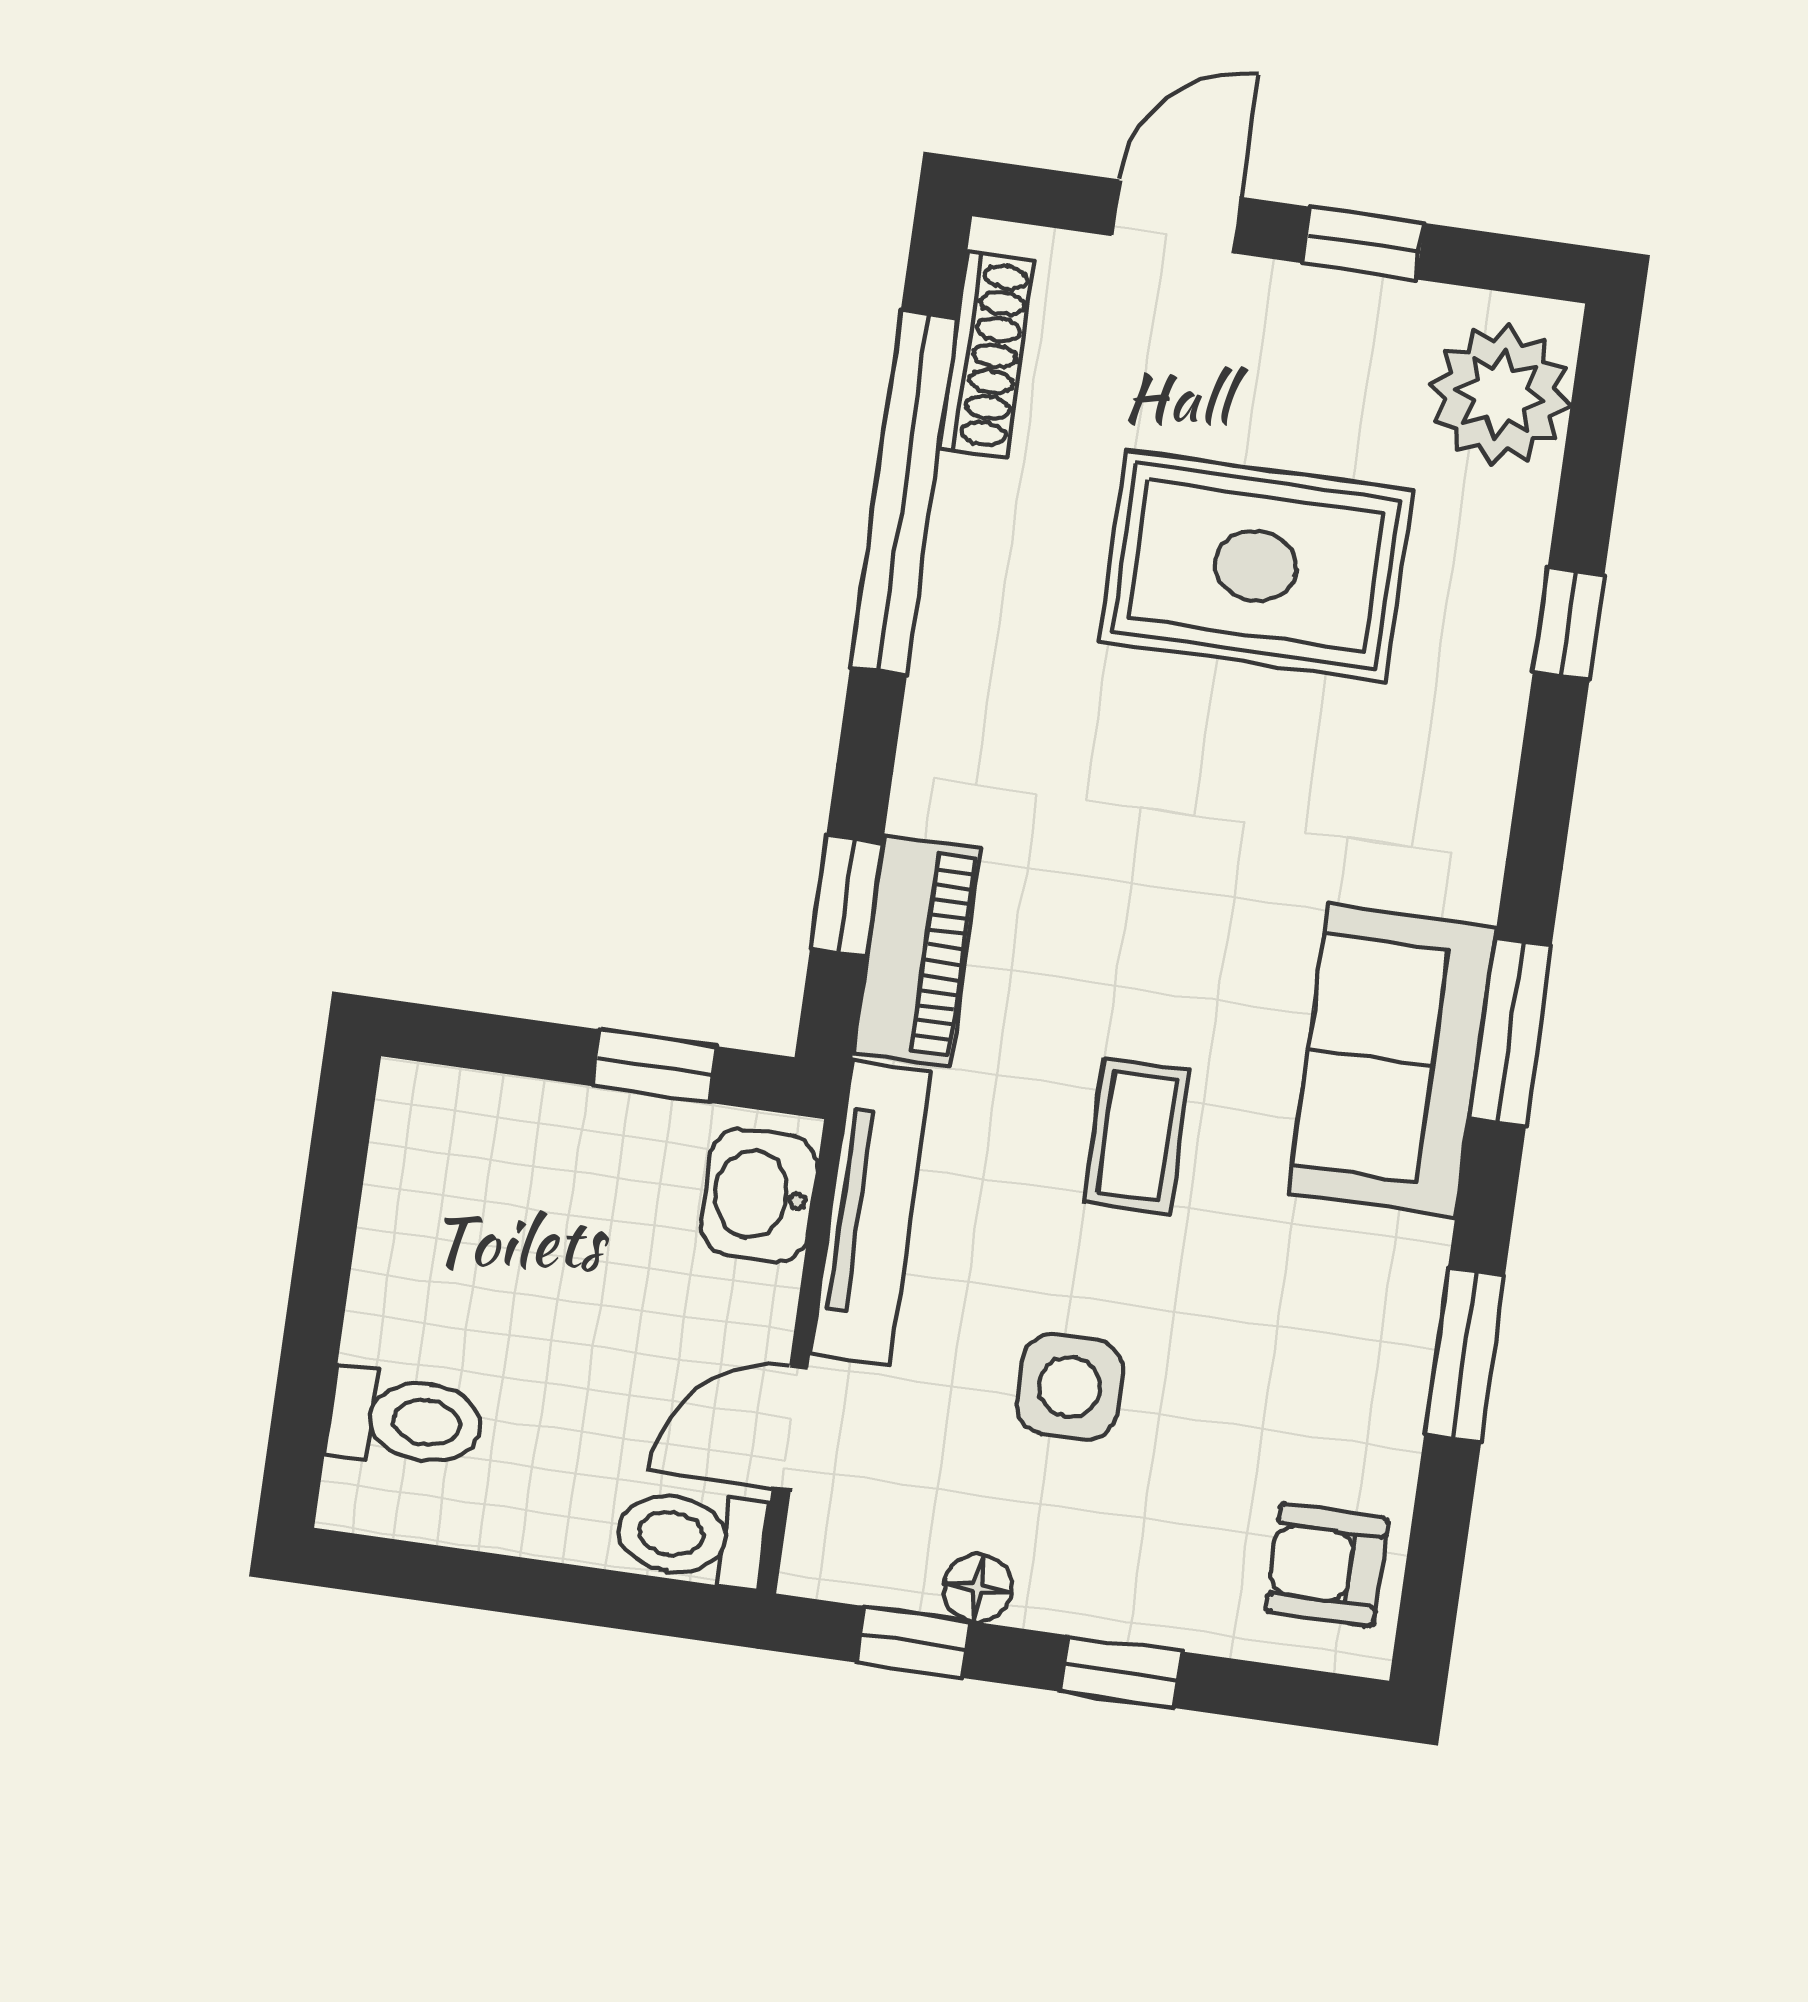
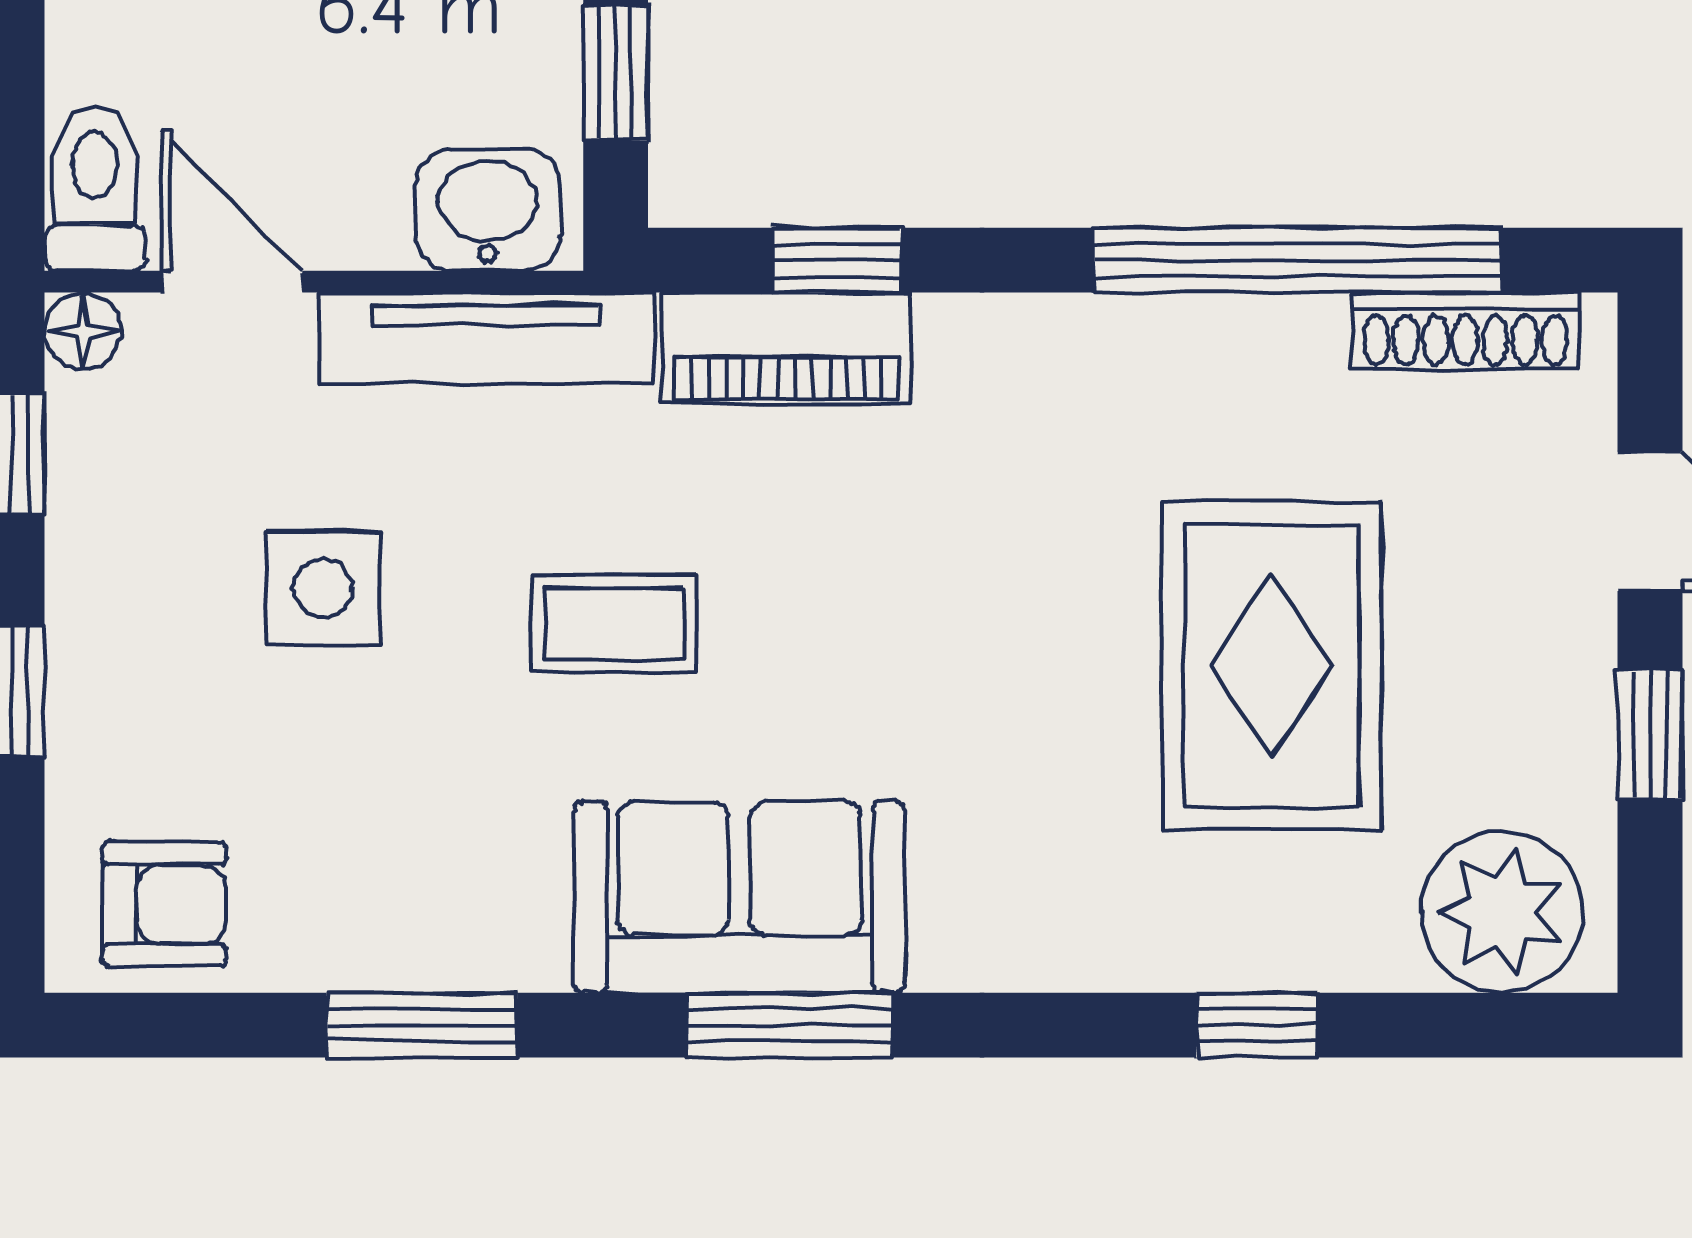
armchair: (1327, 1565) -> (164, 904), turned 90
floor lamp: (978, 1588) -> (83, 331), moved

